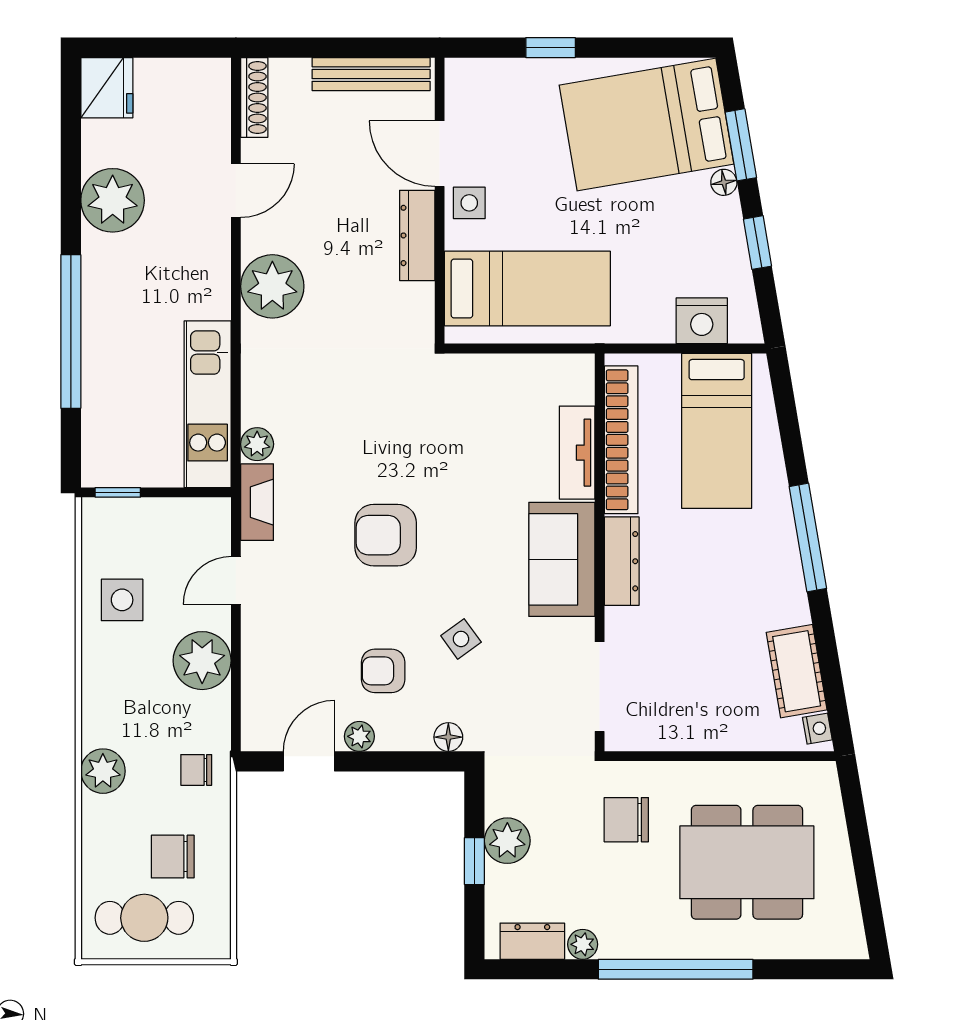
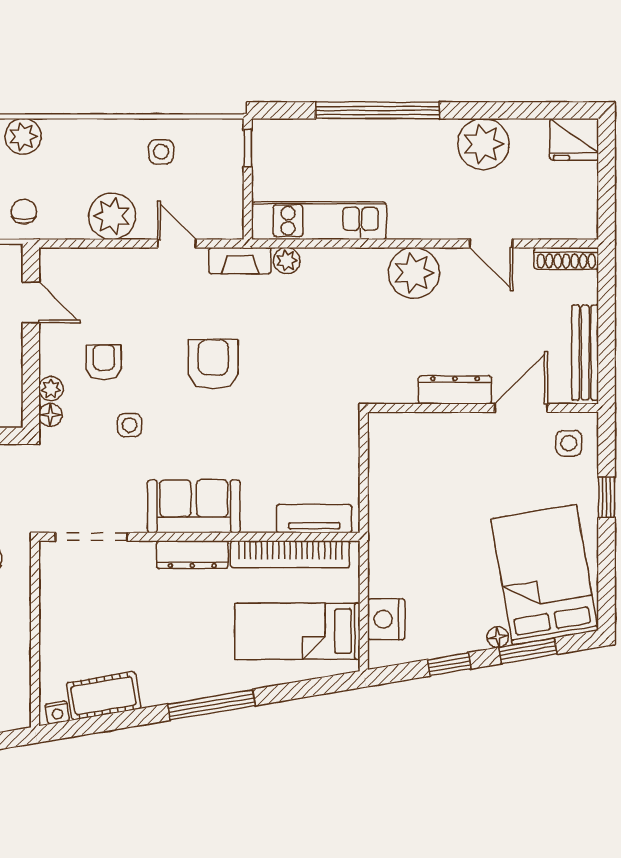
side table: (469, 203) -> (569, 443), moved
bed: (527, 289) -> (412, 479), removed
tv unit: (577, 453) -> (314, 519), moved
side table: (122, 600) -> (161, 152), width x0.73, depth x0.73
side table: (461, 639) -> (130, 425), turned 36
plant: (359, 736) -> (51, 389), moved

